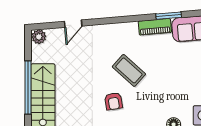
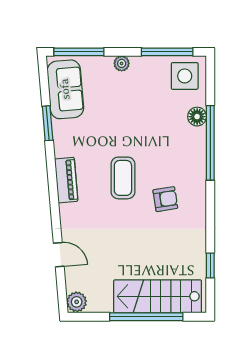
piano: (155, 27) -> (66, 180), moved
coffee table: (129, 70) -> (123, 178), turned -42

